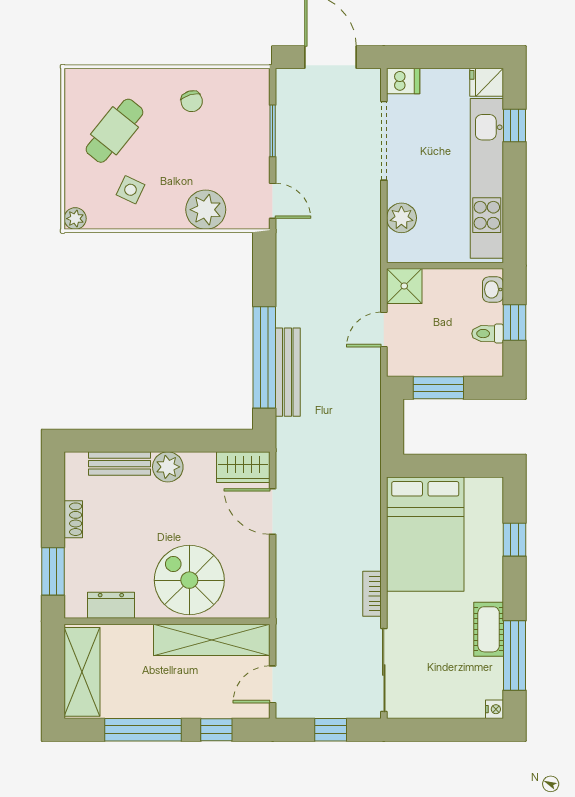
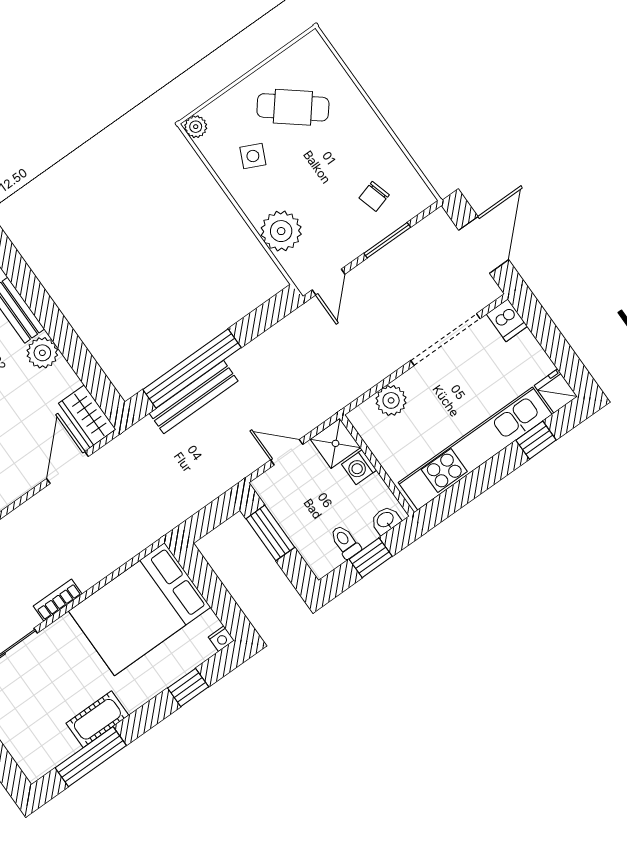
chair: (192, 101) -> (374, 196), moved
washing machine: (436, 281) -> (359, 467), added
nightstand: (494, 709) -> (221, 639), moved

